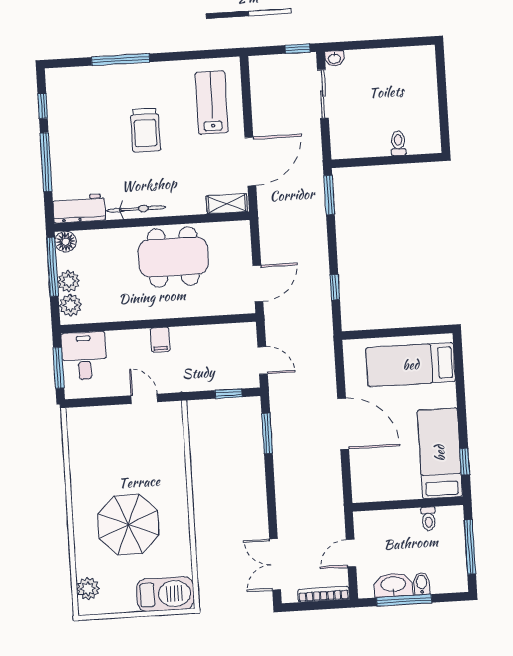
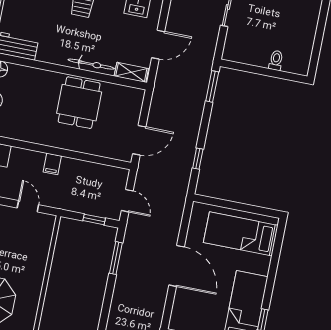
door: (250, 162) -> (158, 45), width x0.73
bicycle: (136, 209) -> (91, 64), moved
dining table: (173, 257) -> (79, 103), width x0.73

